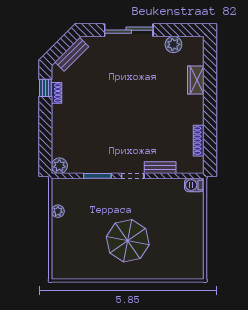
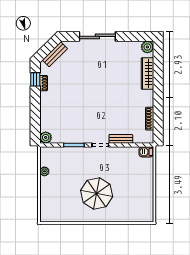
plant: (173, 44) -> (147, 47), moved
wardrobe: (196, 80) -> (147, 74), width x1.50

